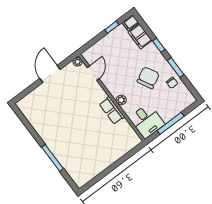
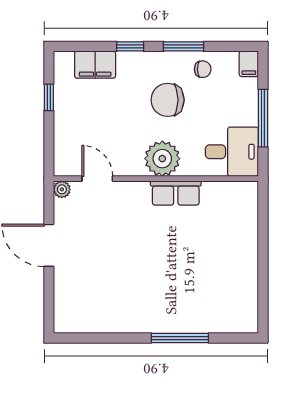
filing cabinet: (130, 23) -> (249, 64), moved
chair: (148, 78) -> (168, 100), turned -62
plant: (121, 100) -> (162, 159), width x1.87, depth x1.87

